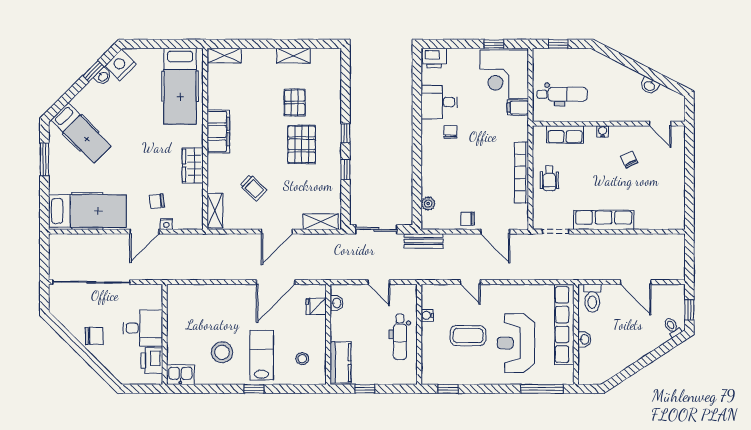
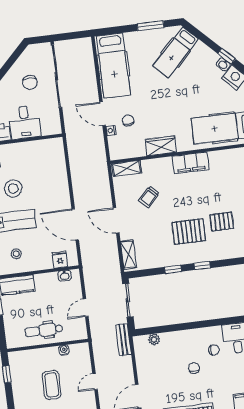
chair: (468, 219) -> (194, 368), moved
chair: (94, 336) -> (30, 82), moved

